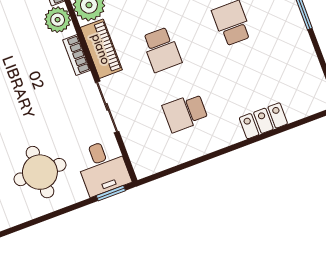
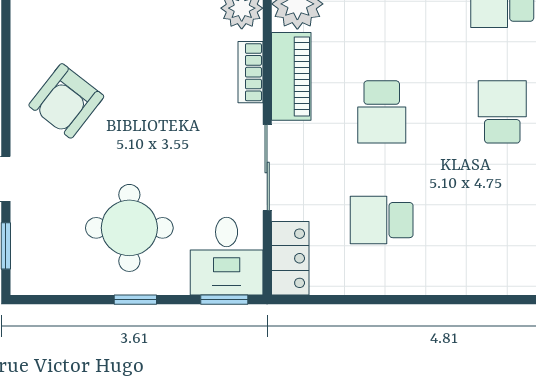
locker: (263, 121) -> (290, 258), moved, turned 90
window: (59, 212) -> (135, 300), added

